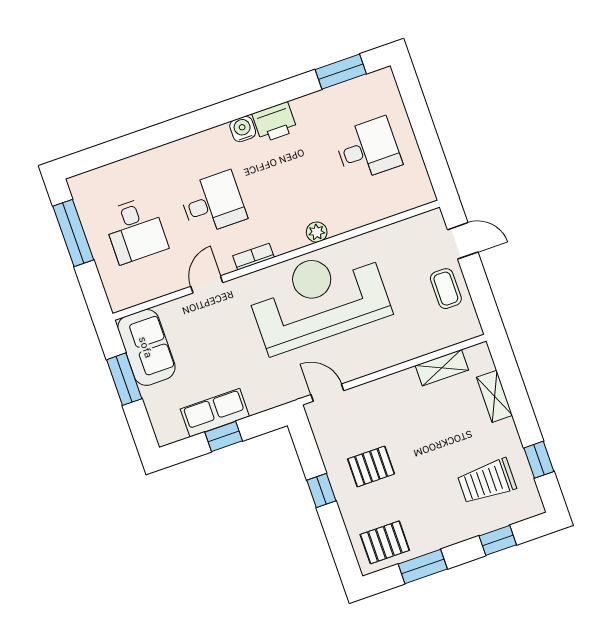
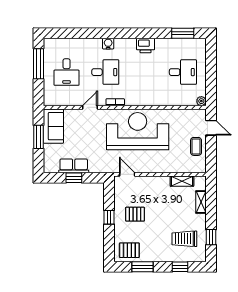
water cooler: (243, 129) -> (108, 44), moved
plant: (317, 232) -> (201, 101), moved

